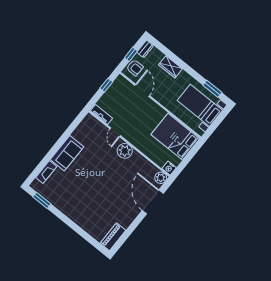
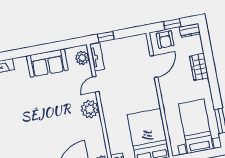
window: (106, 85) -> (106, 37), moved
plant: (93, 123) -> (82, 58), added
sofa: (67, 153) -> (47, 63), moved

